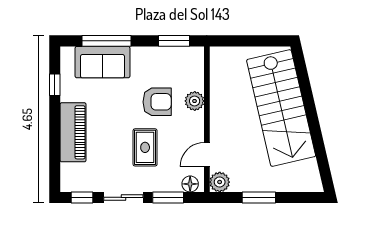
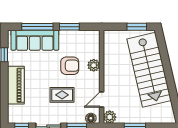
window: (174, 41) -> (69, 27), moved
window: (262, 41) -> (137, 27), added
sofa: (102, 62) -> (35, 40), width x1.36
rug: (145, 147) -> (62, 95), turned 90

